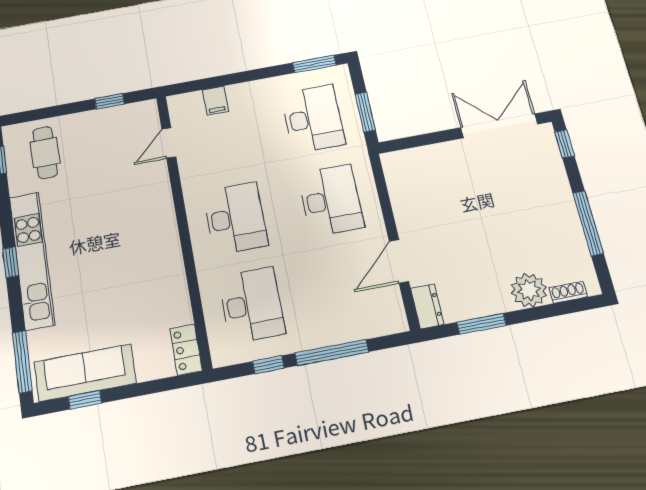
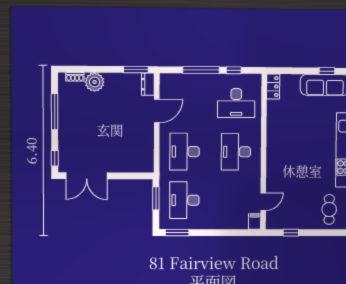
filing cabinet: (215, 101) -> (255, 221), moved
desk: (252, 305) -> (236, 103), turned -90
window: (481, 324) -> (136, 70), moved

